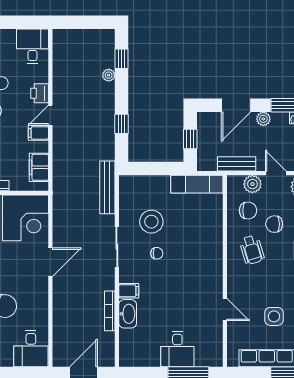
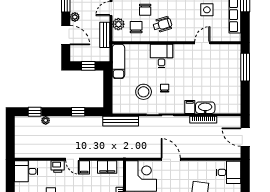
desk: (177, 349) -> (162, 56), moved, turned -90

